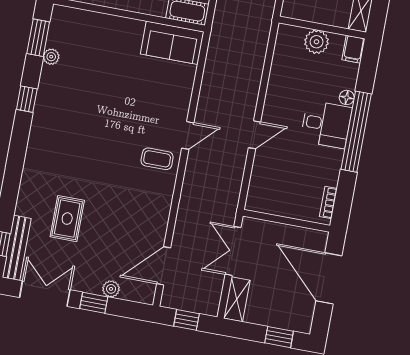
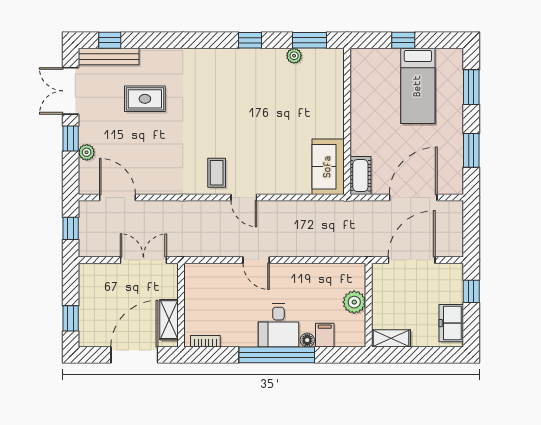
filing cabinet: (353, 49) -> (325, 335), moved, turned 90
double door: (45, 294) -> (71, 91), swing flipped
shelving: (237, 299) -> (169, 320), moved, turned 90

